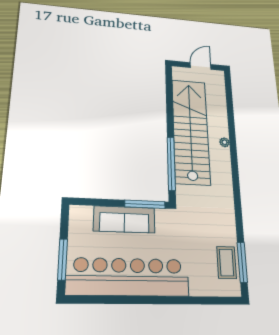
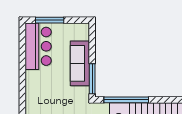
bar counter: (128, 277) -> (38, 46), width x0.54

